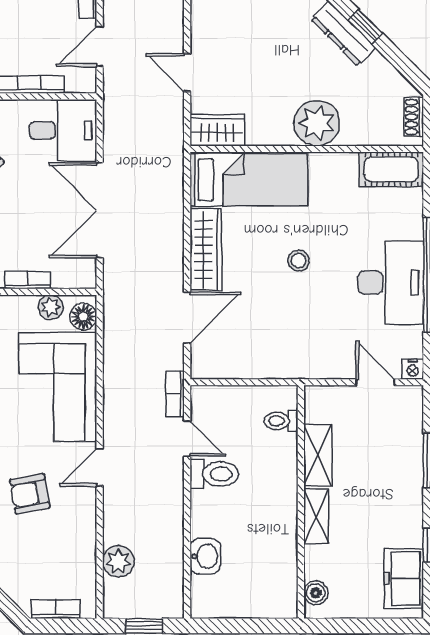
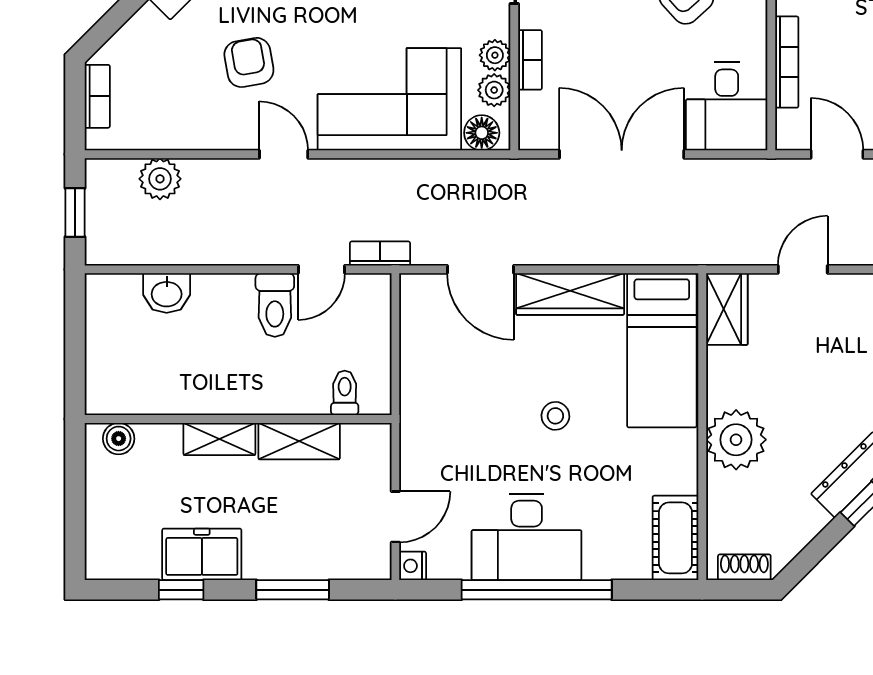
plant: (24, 307) -> (495, 55), added
freezer: (404, 578) -> (202, 554), moved

